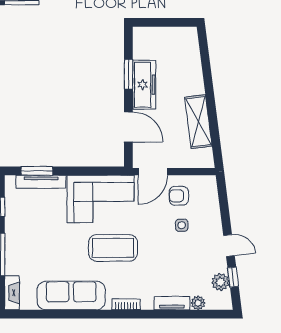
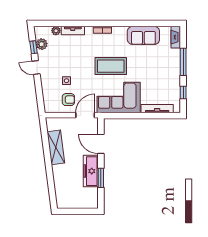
window: (37, 171) -> (160, 116), removed
sofa: (71, 296) -> (143, 35), width x0.73

